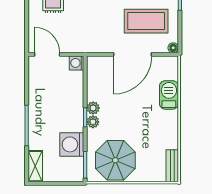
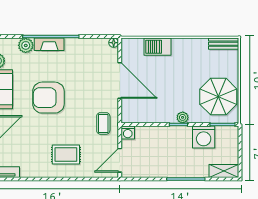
coffee table: (146, 21) -> (103, 123), moved, width x0.54, depth x0.58
plant: (93, 108) -> (170, 117), removed

